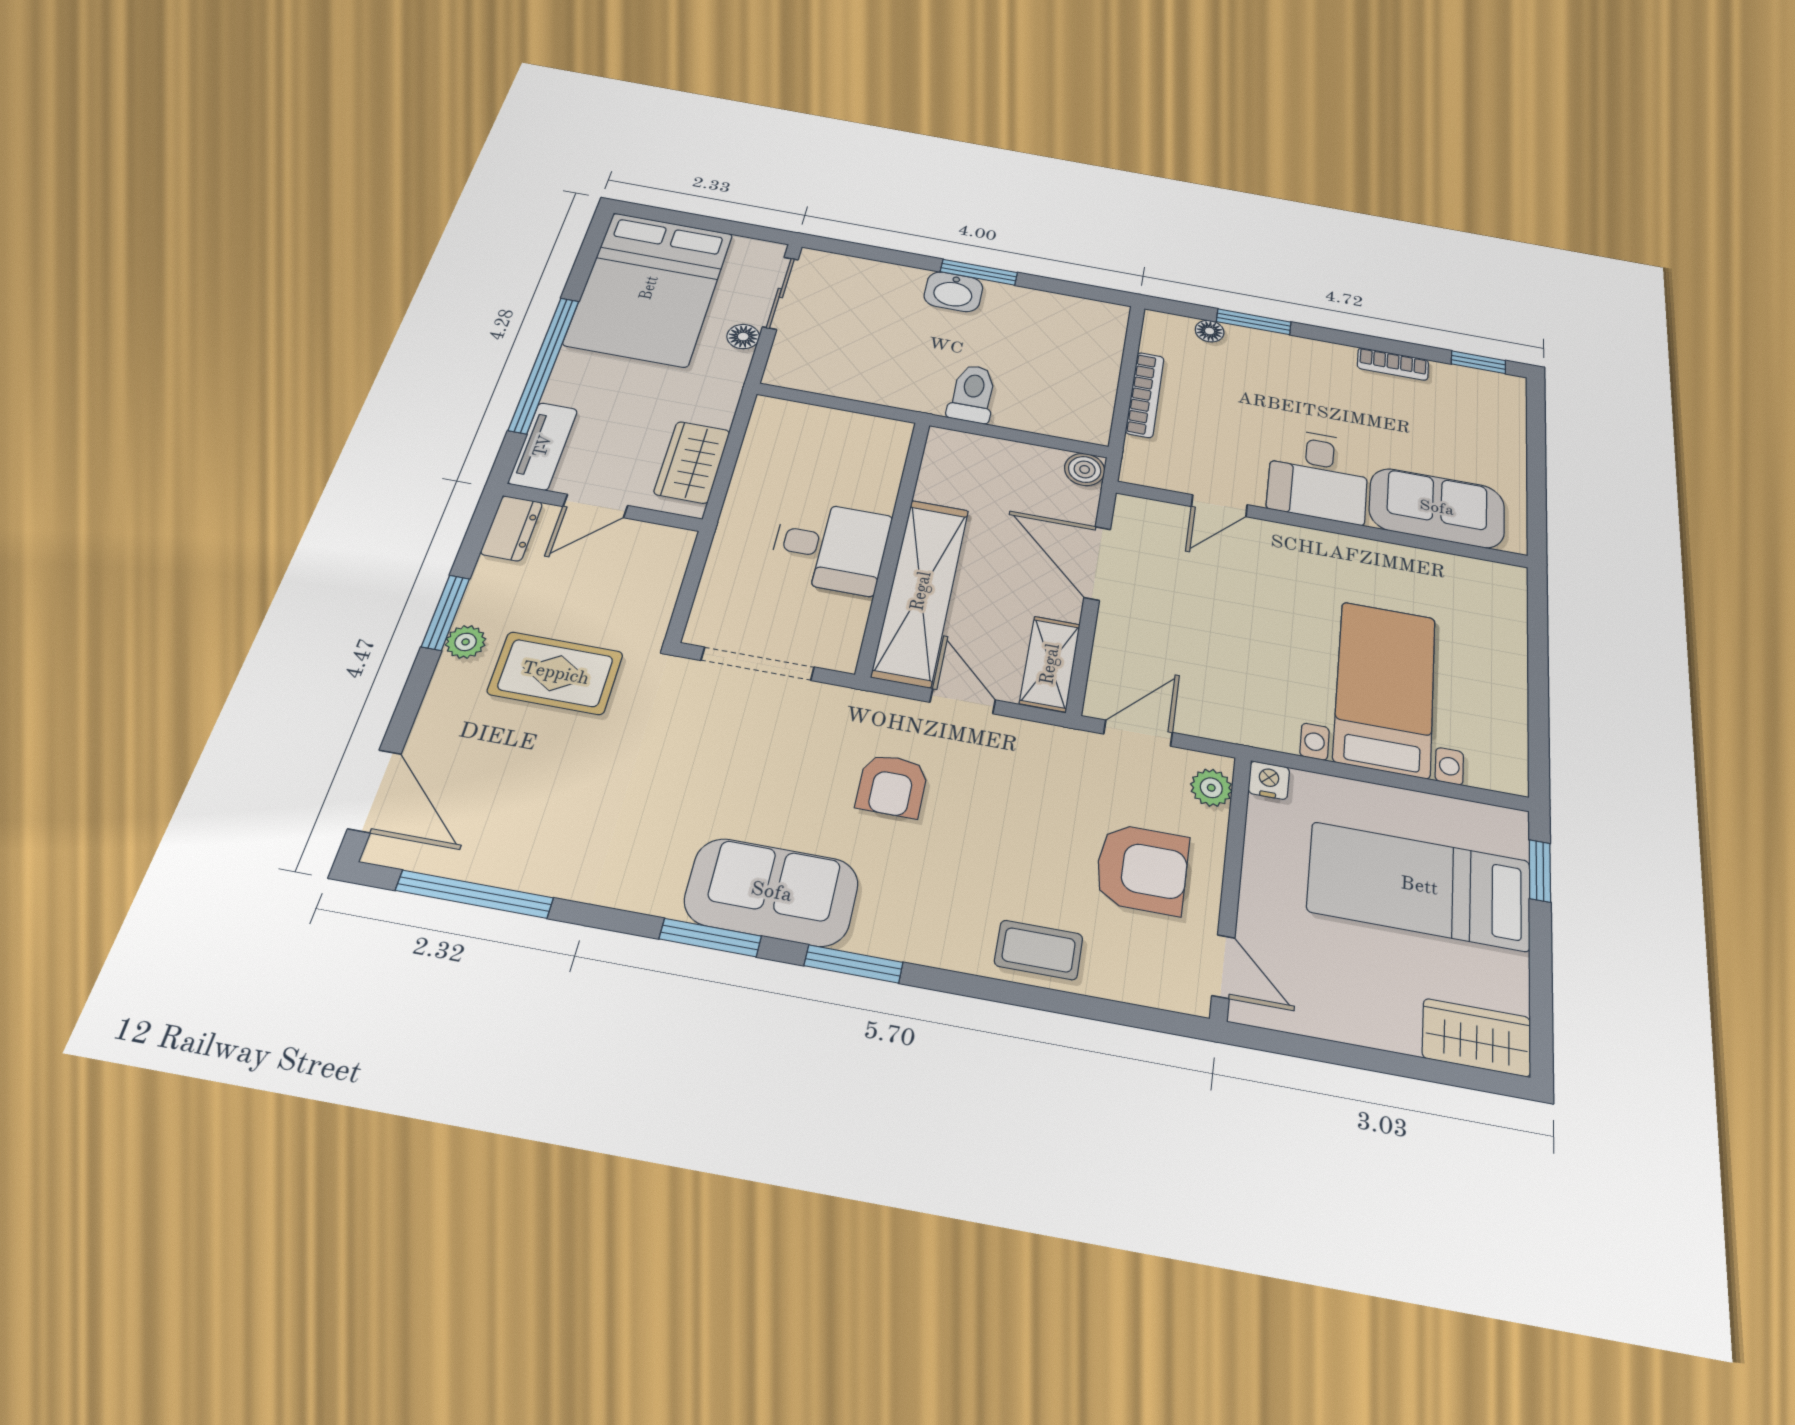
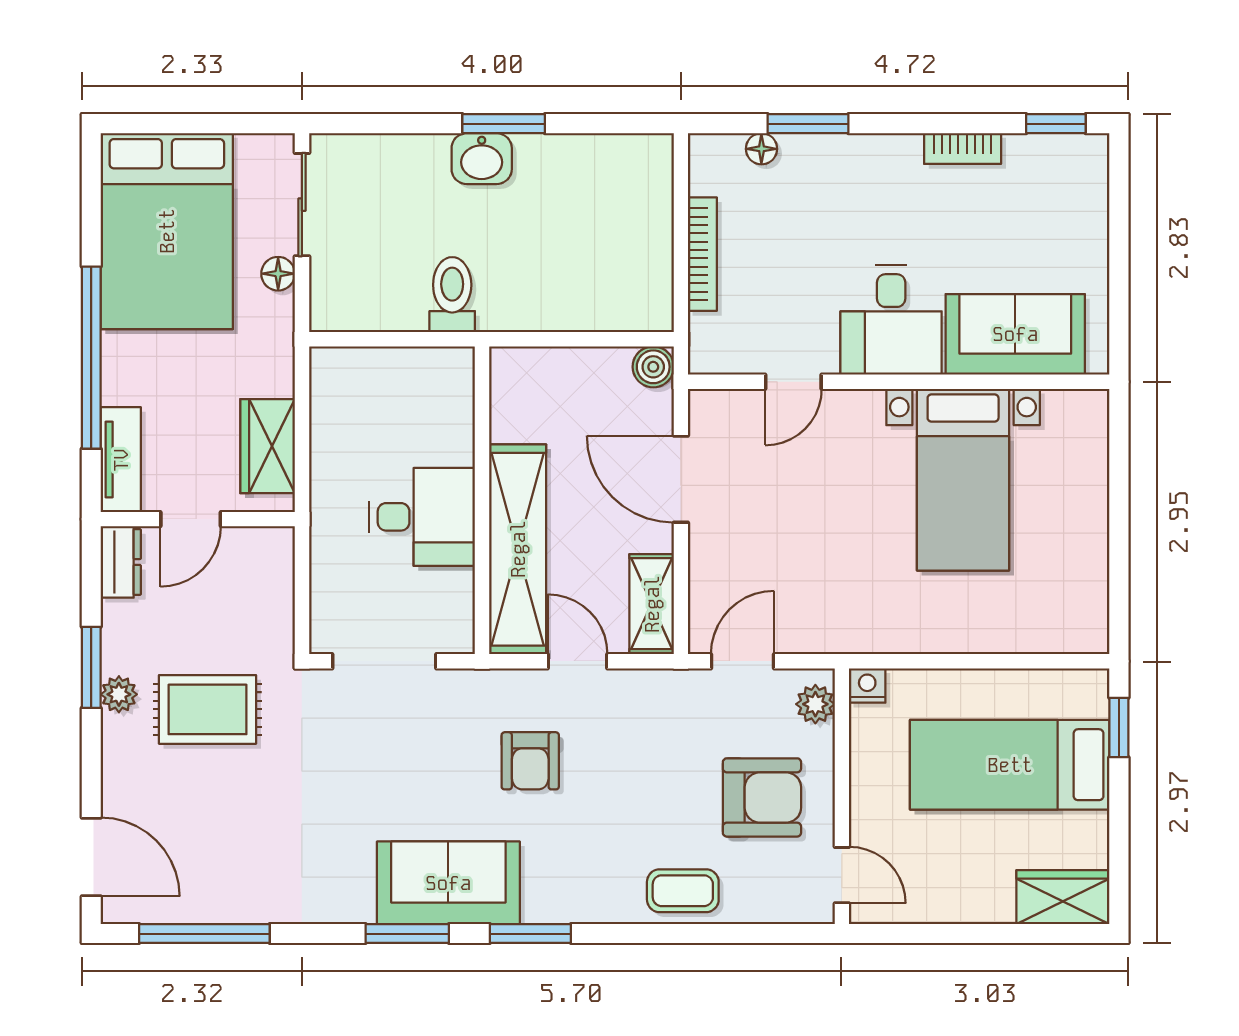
toilet: (972, 394) -> (452, 295), moved
bed with nightstands: (1385, 688) -> (963, 480), moved, turned 180

